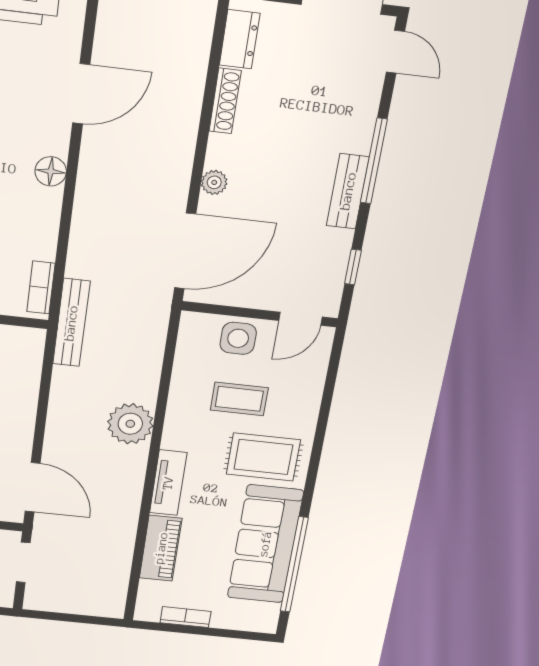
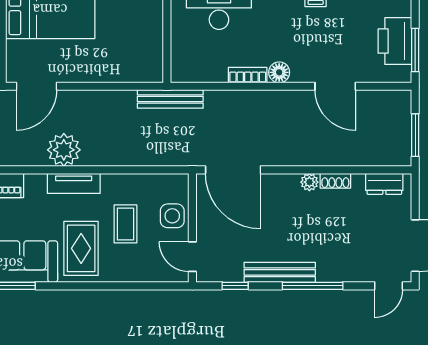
shoe rack: (225, 101) -> (335, 181), width x0.70
plant: (214, 182) -> (309, 182), moved
bench: (348, 191) -> (280, 272), width x1.36
bookcase: (41, 287) -> (248, 75), moved
plant: (130, 424) -> (64, 150), moved
tv unit: (168, 483) -> (74, 183), moved

